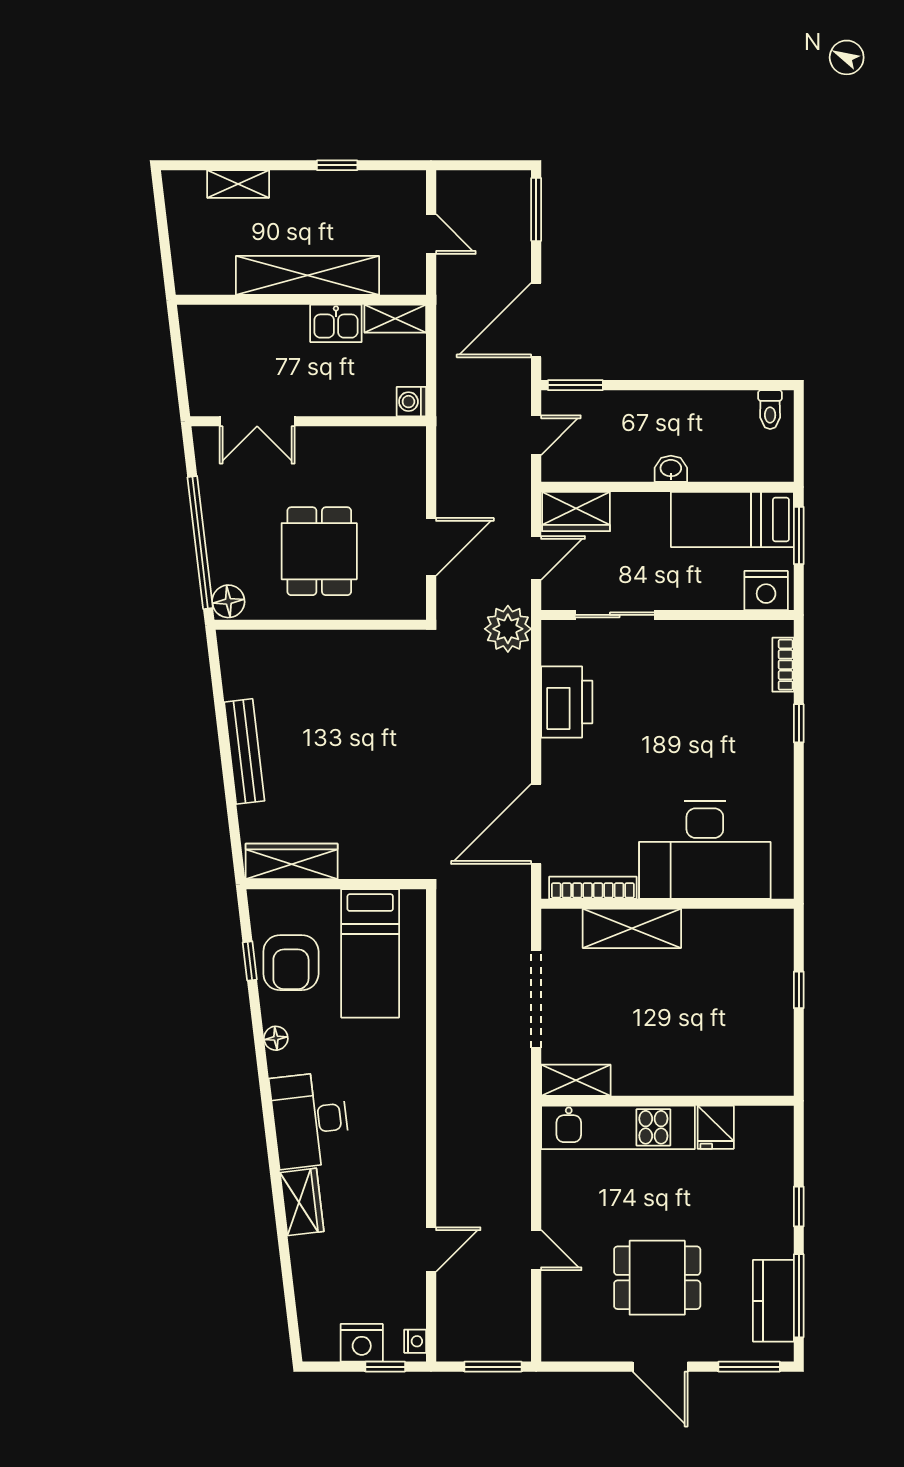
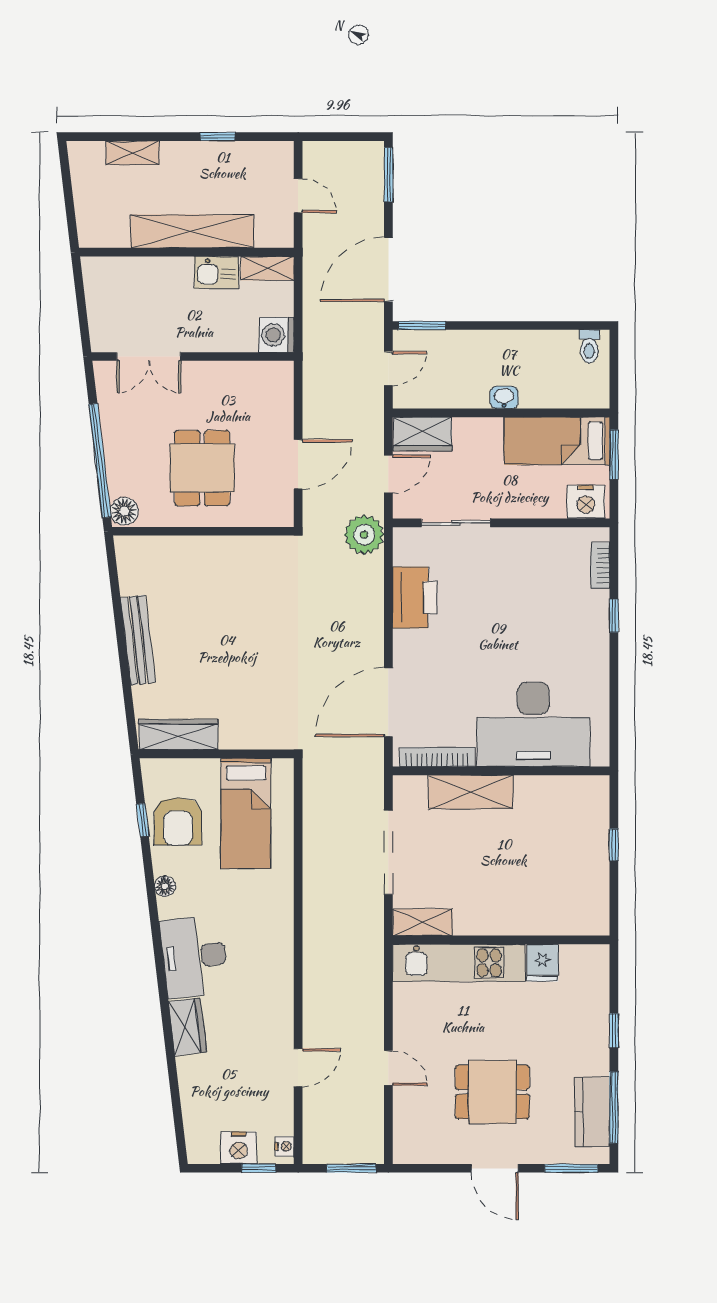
washing machine: (411, 402) -> (277, 335), width x1.38, depth x1.38

